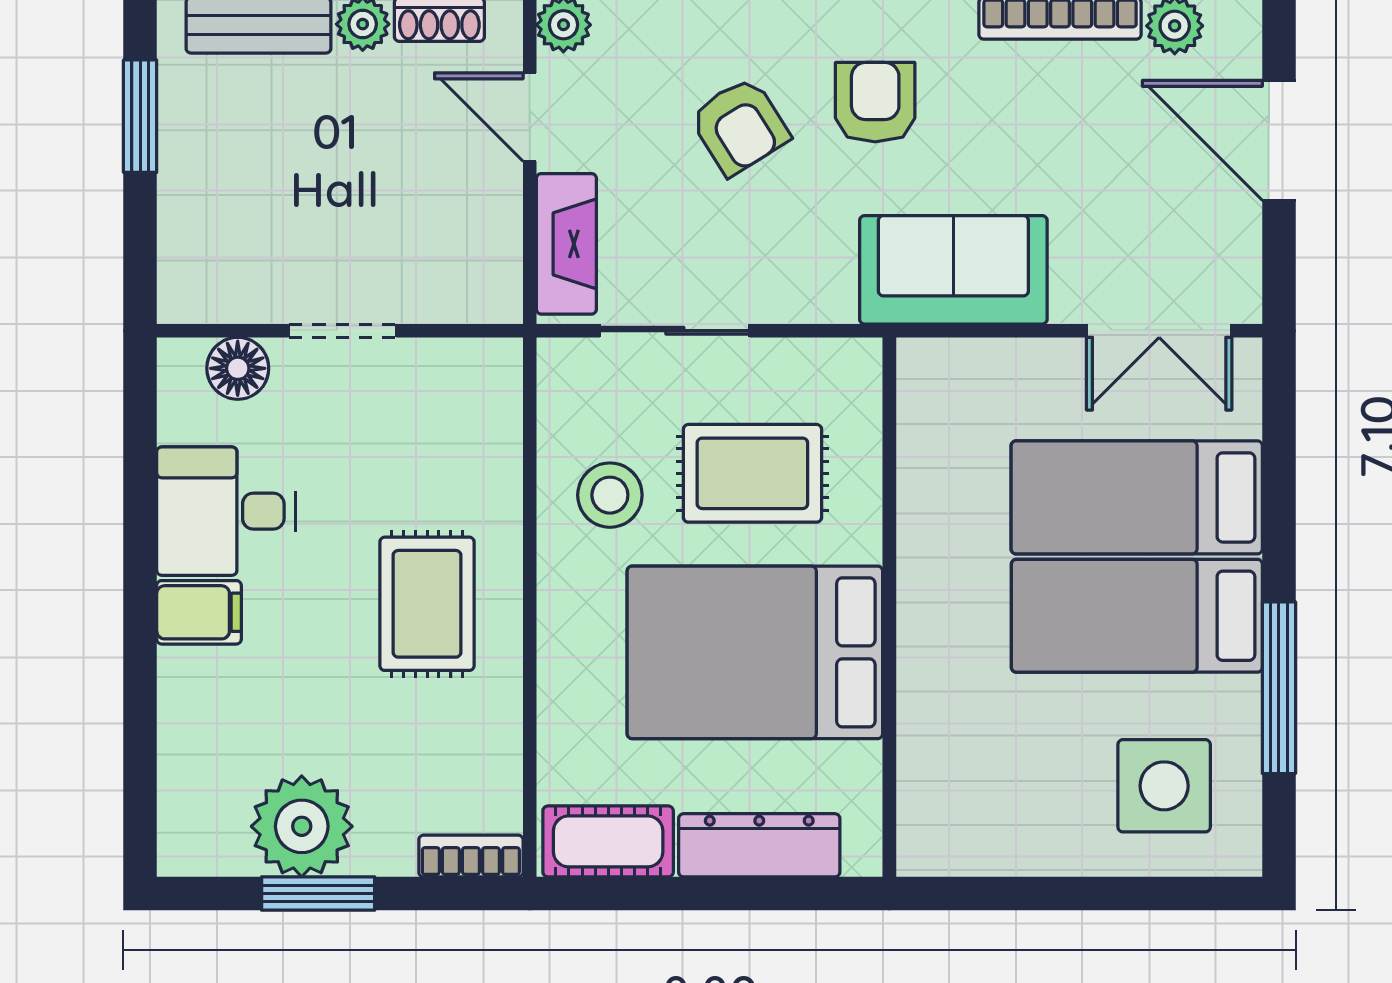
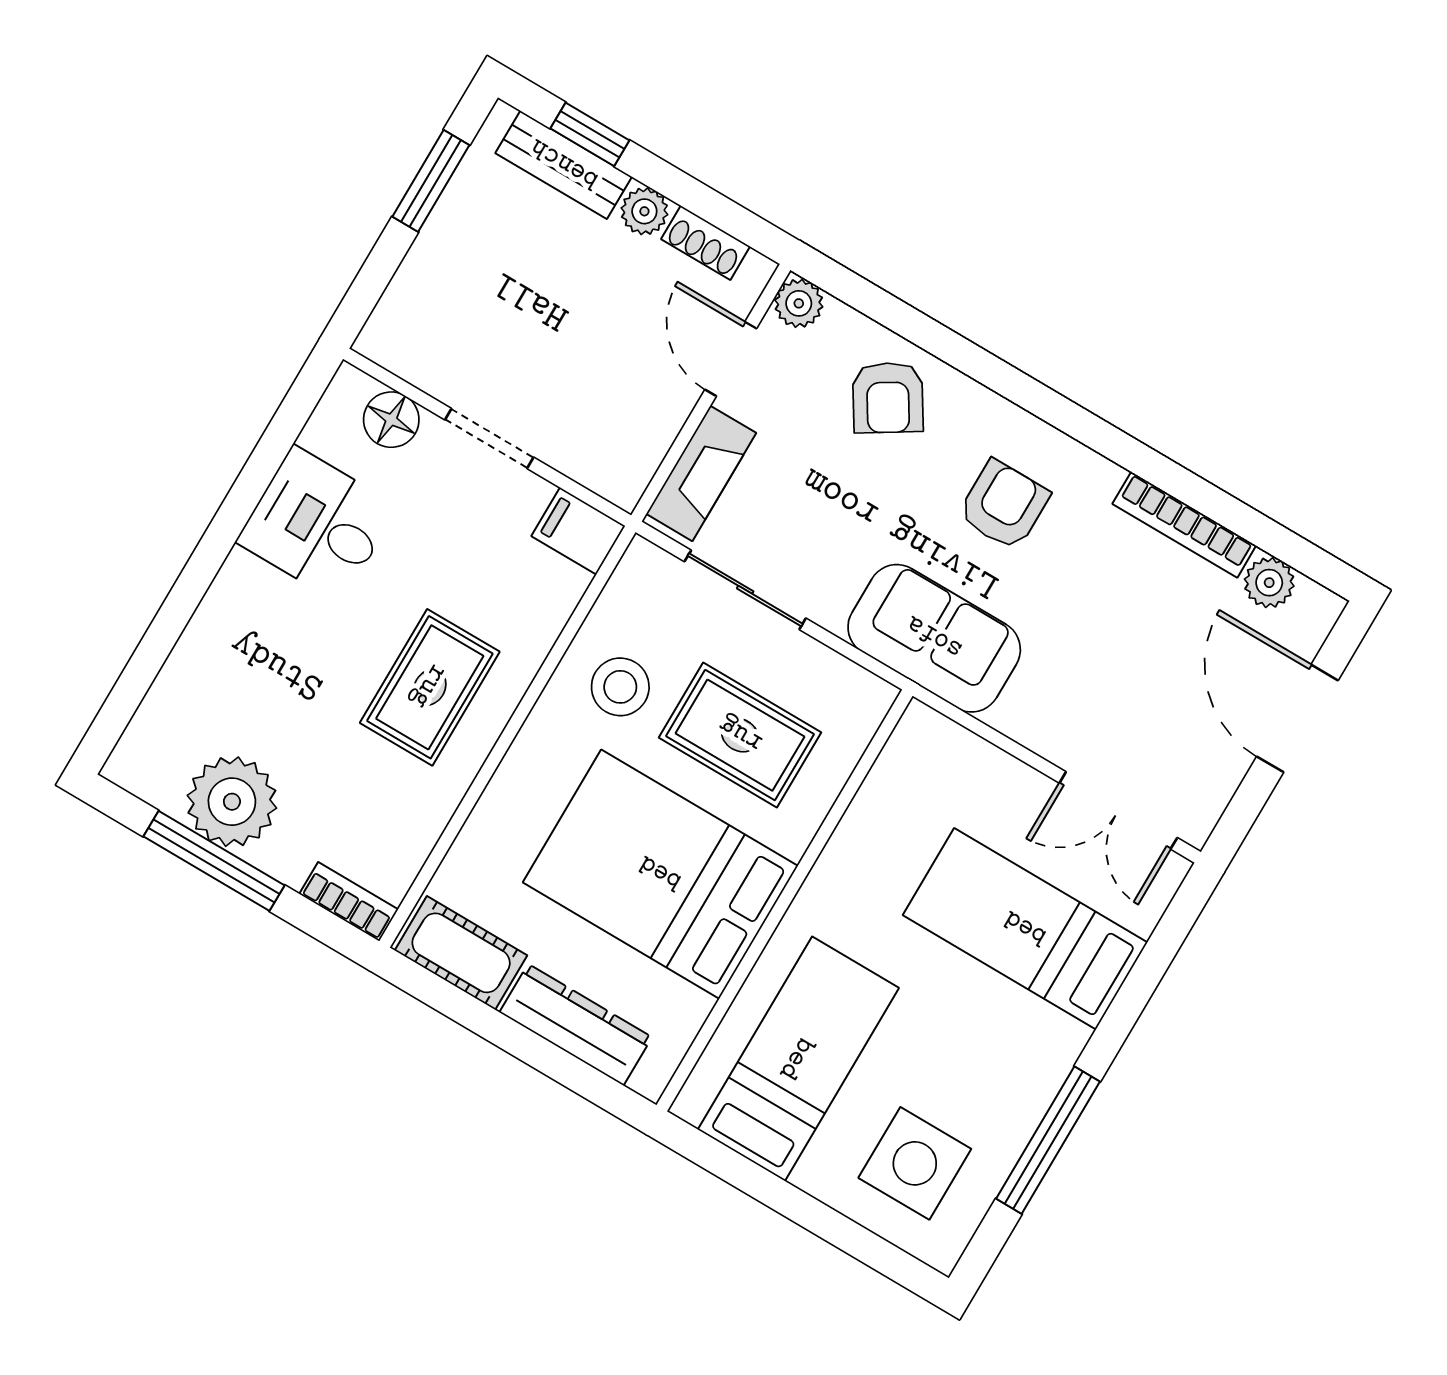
armchair: (740, 126) -> (888, 398), moved
sofa: (953, 270) -> (934, 638), moved
filing cabinet: (199, 612) -> (578, 531), moved, turned 180
bed: (1137, 616) -> (798, 1059), moved, turned 90
window: (318, 893) -> (214, 861), width x1.44

